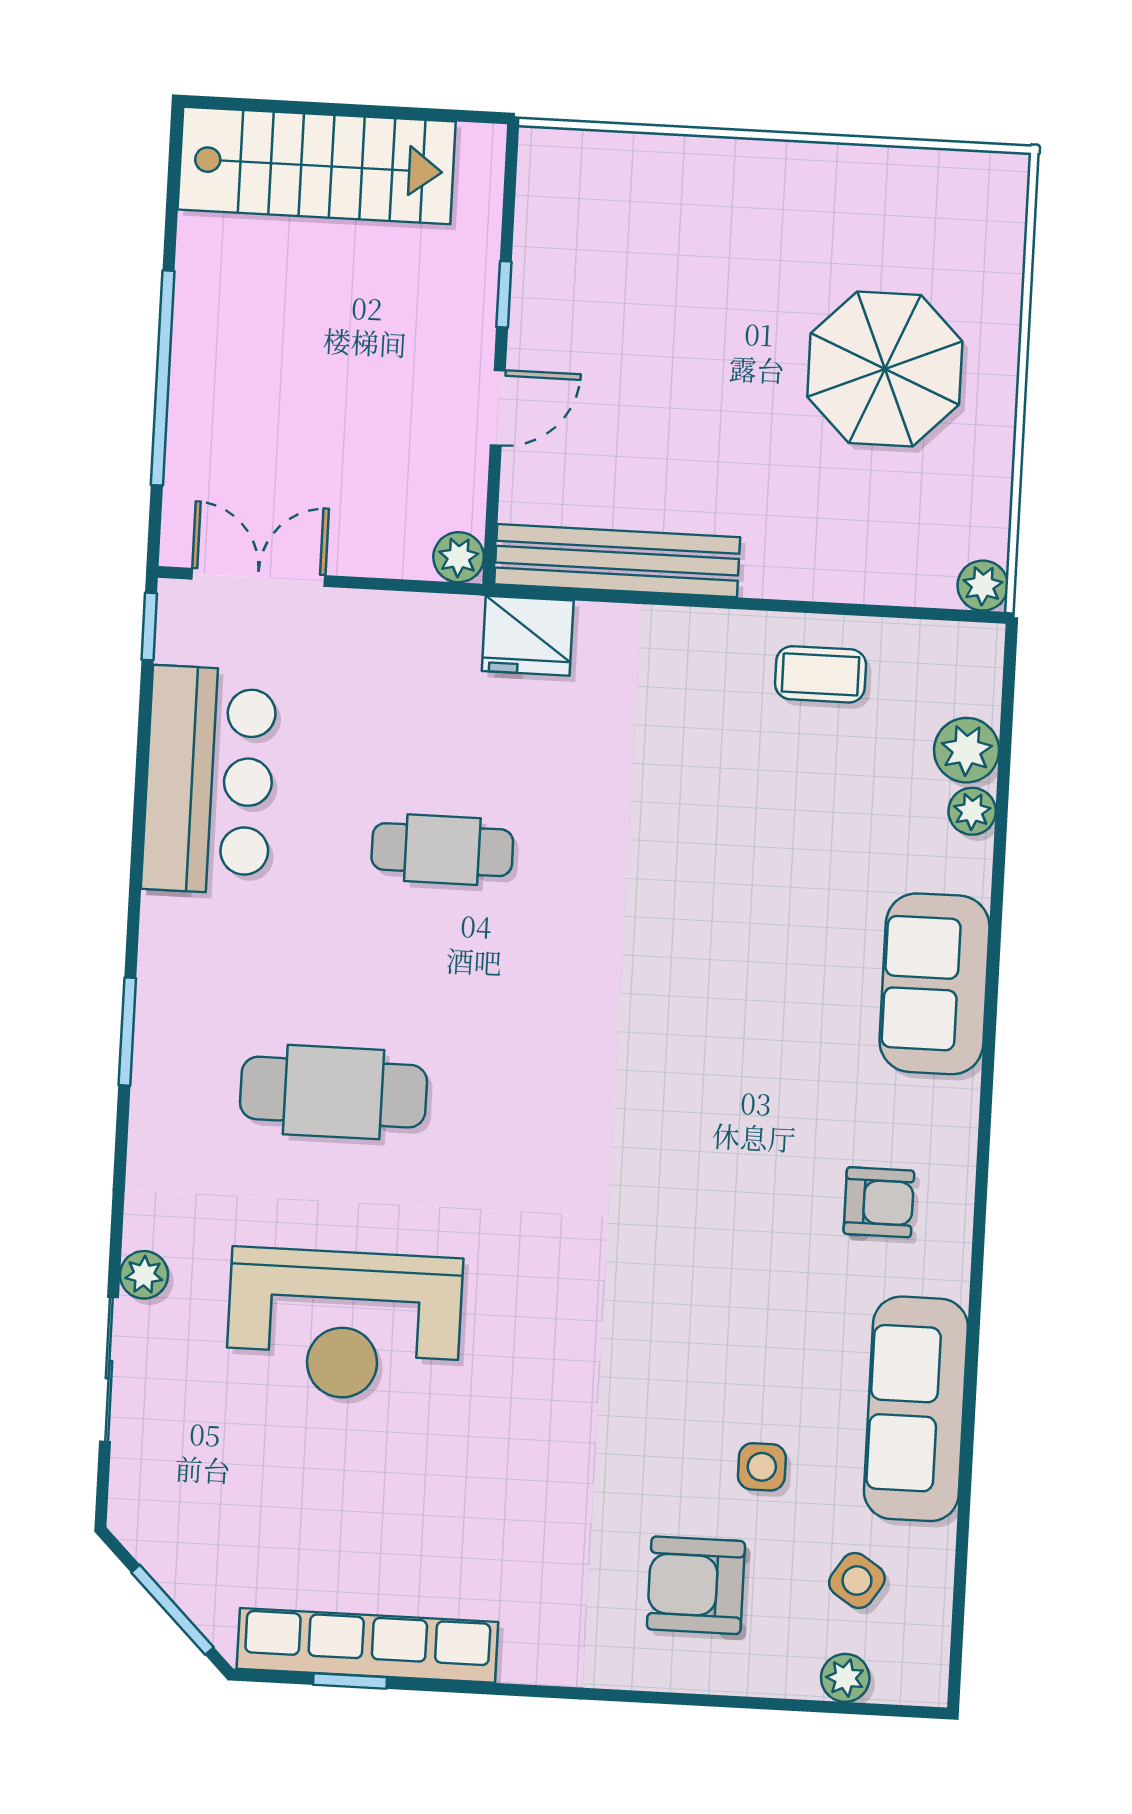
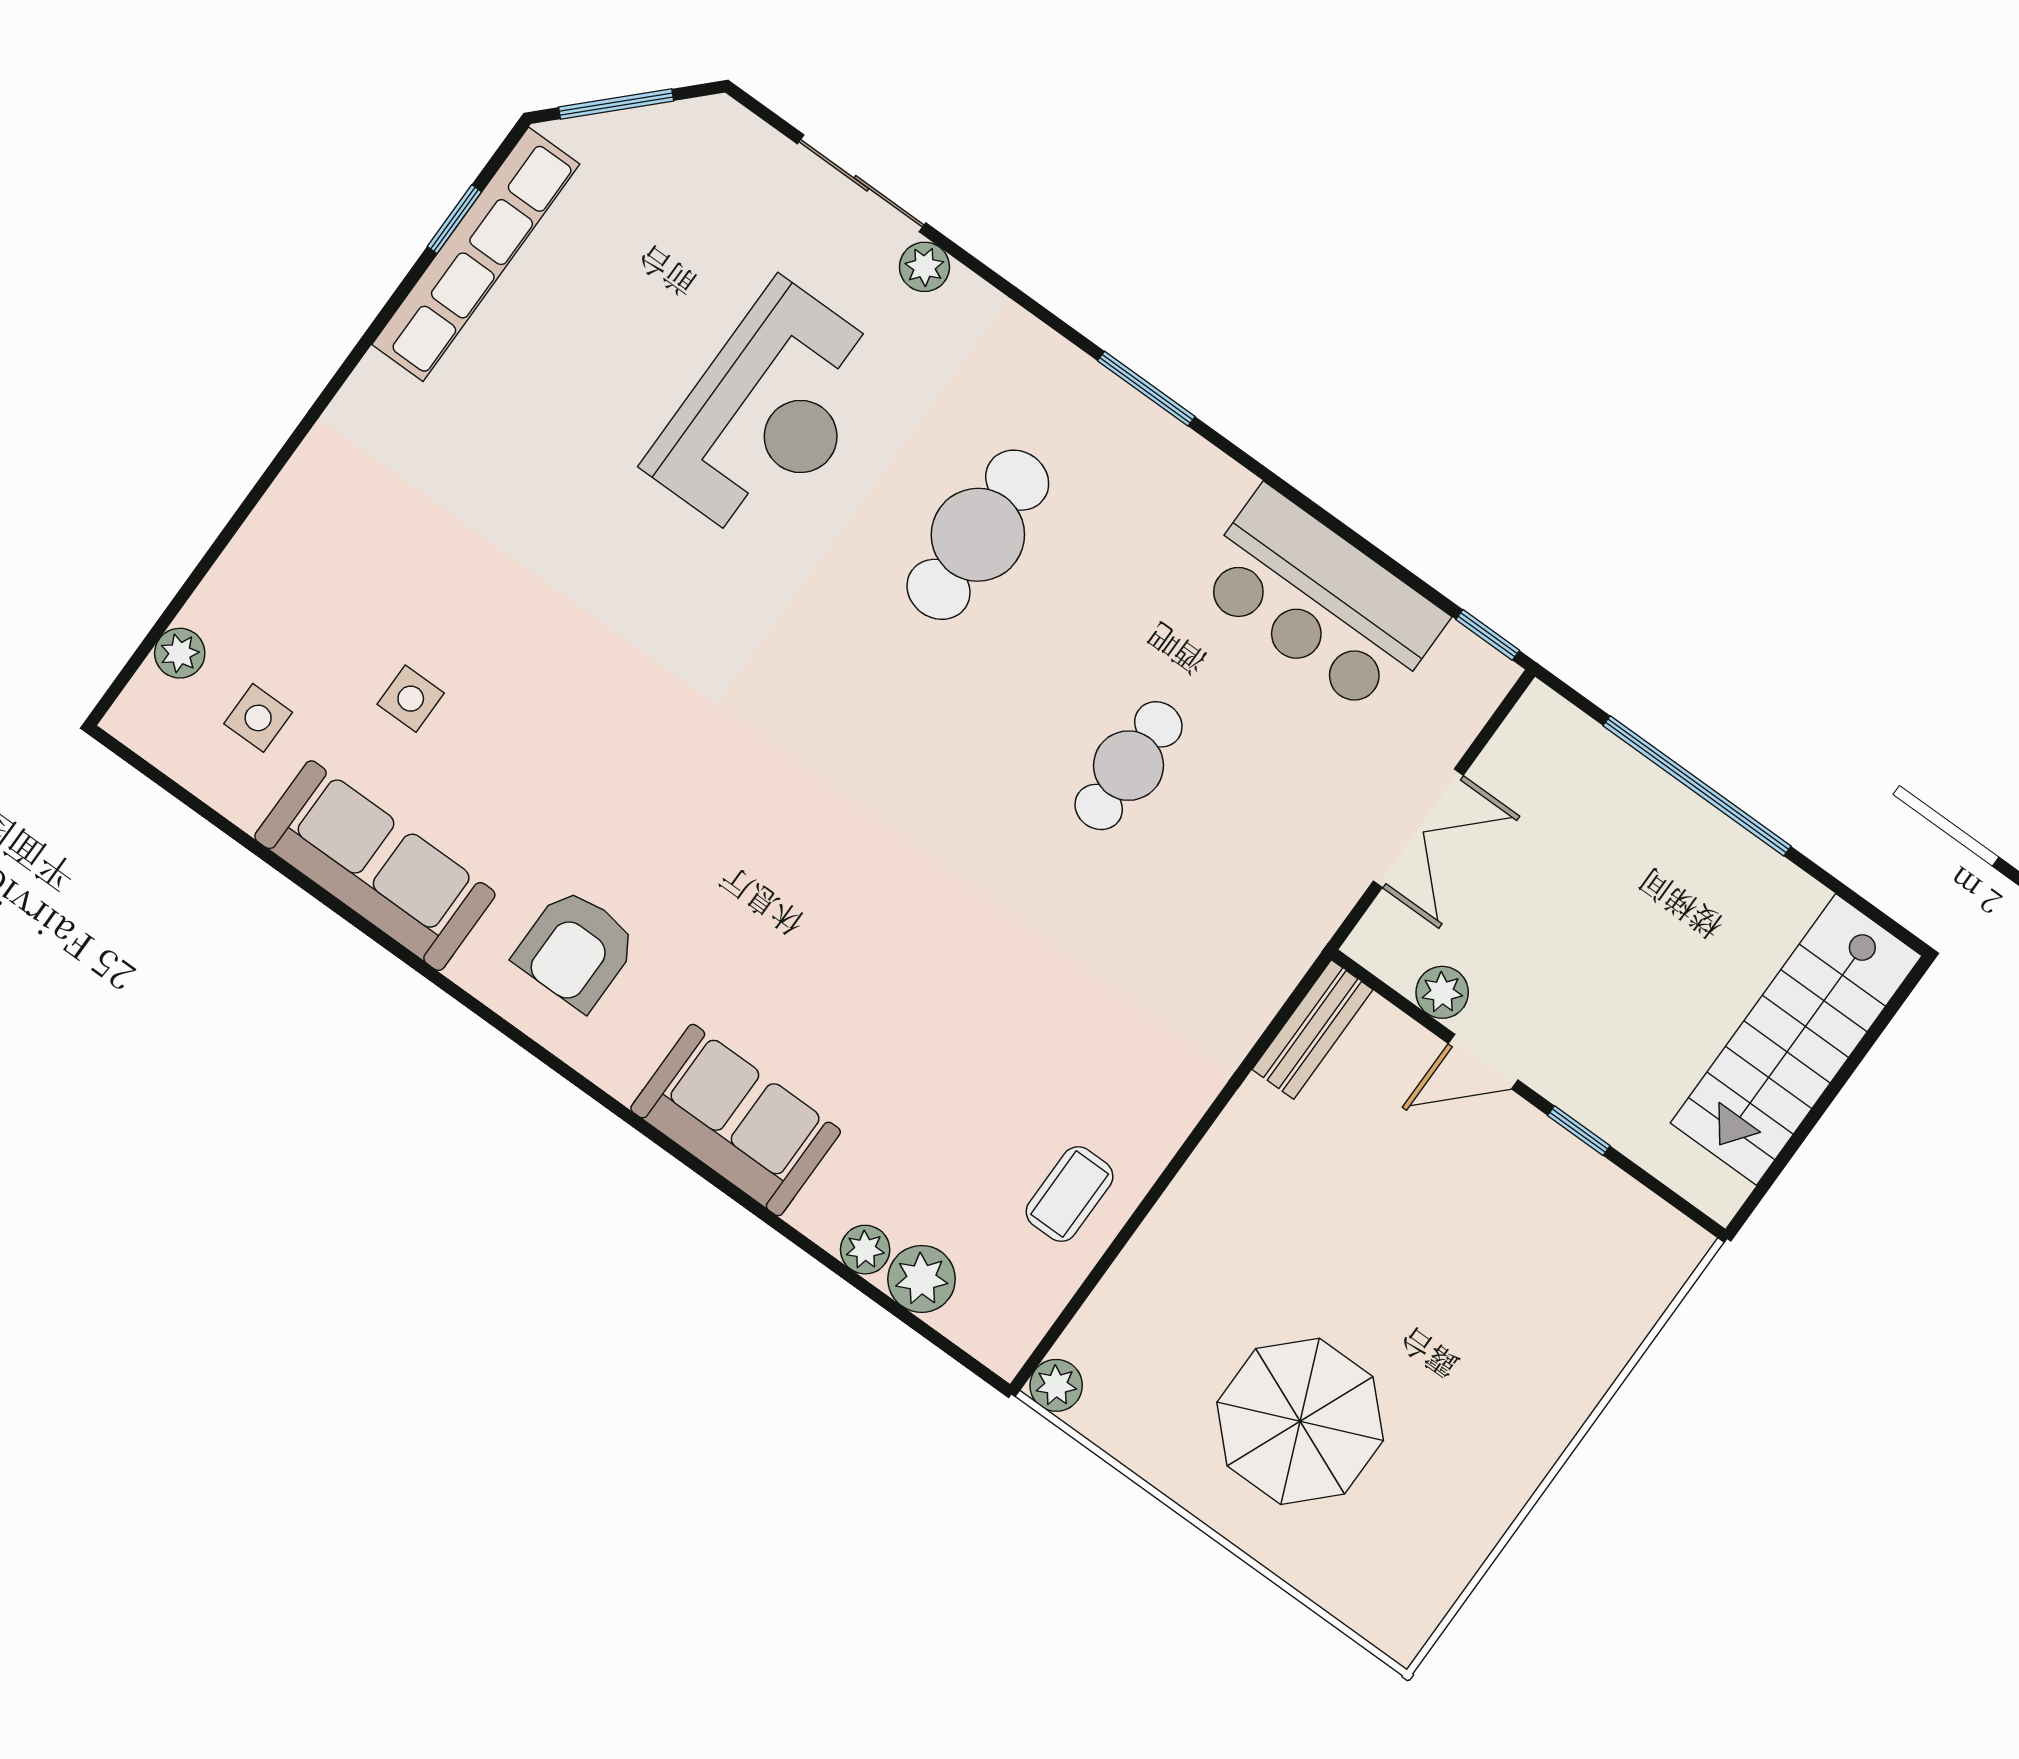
door: (498, 408) -> (1483, 1062), hinge flipped
plant: (459, 557) -> (1442, 992), moved
bench: (617, 561) -> (1312, 1030), width x0.54, depth x0.82
double door: (258, 577) -> (1418, 828), moved
fridge: (528, 636) -> (1267, 960), removed
armchair: (879, 1202) -> (576, 949), width x1.38, depth x1.38
reception desk: (344, 1325) -> (769, 414), turned 180
side table: (857, 1580) -> (258, 718), turned -33
armchair: (696, 1585) -> (344, 575), removed

